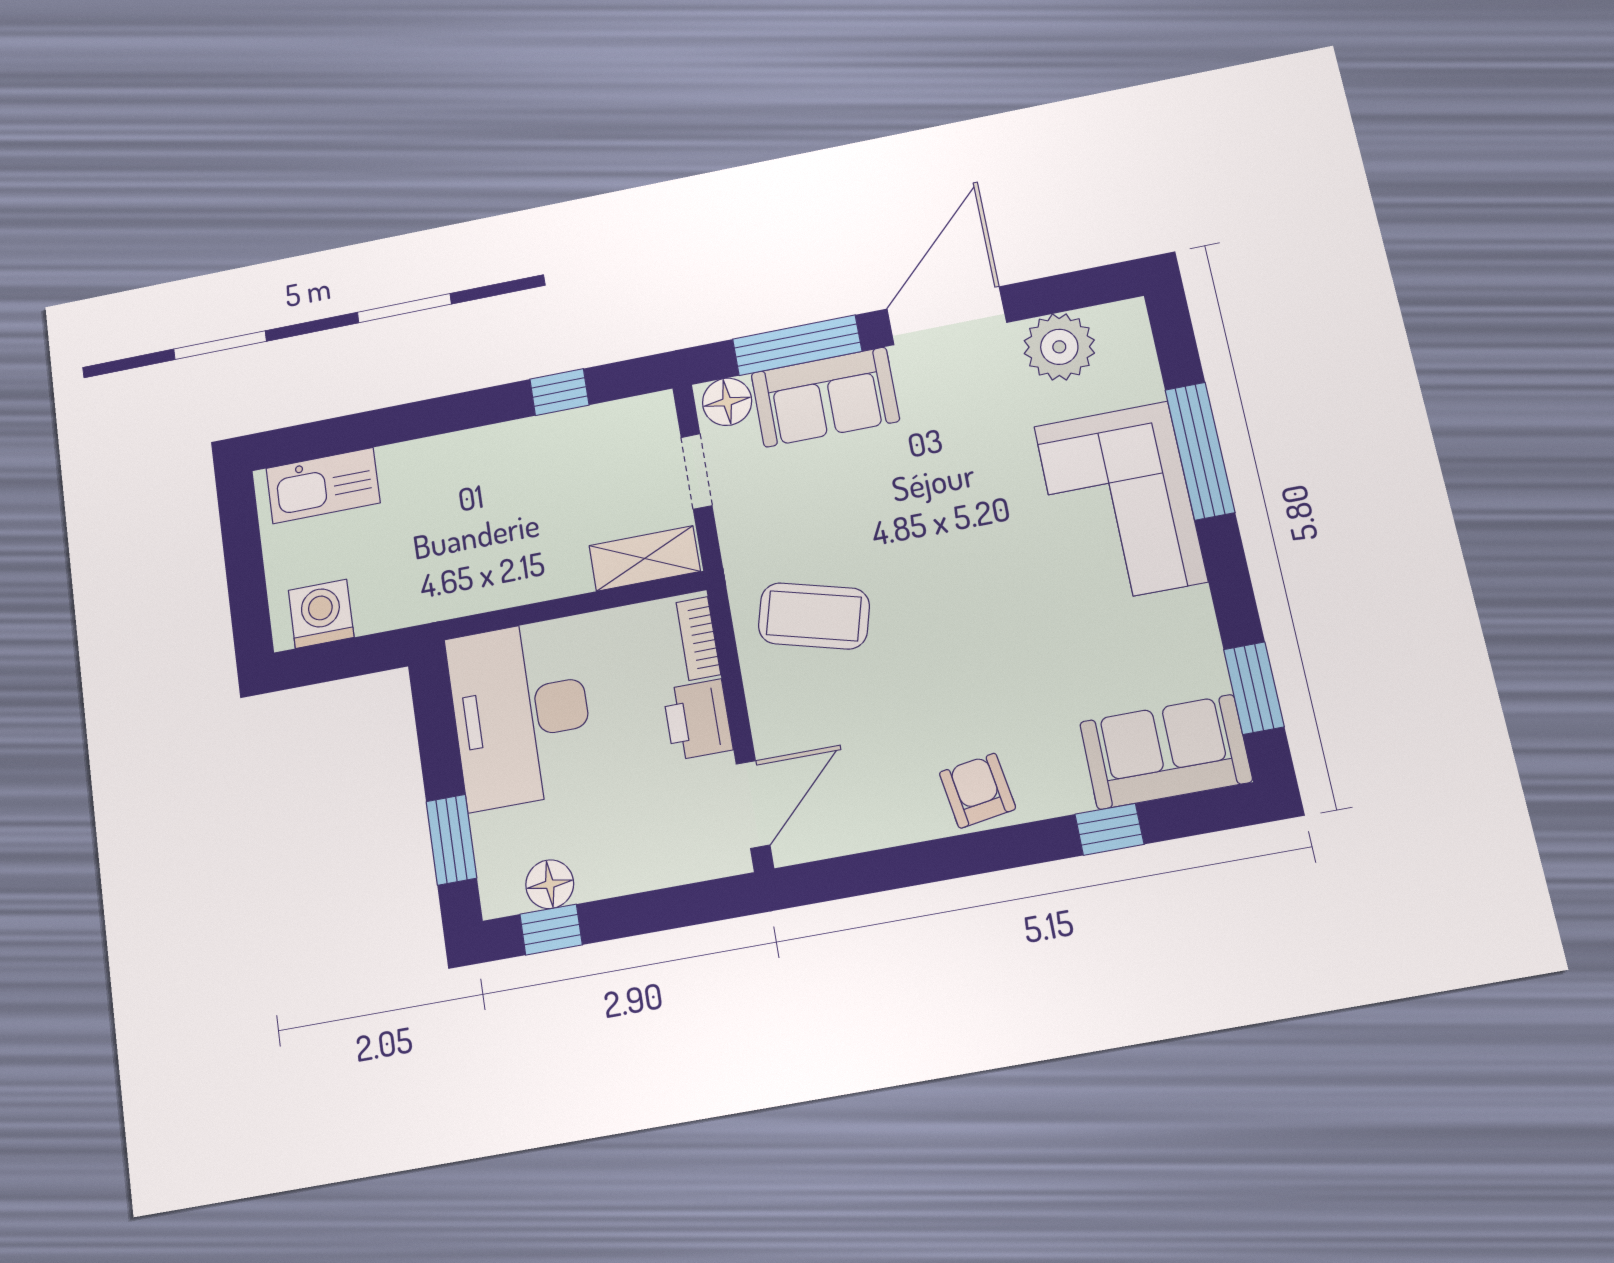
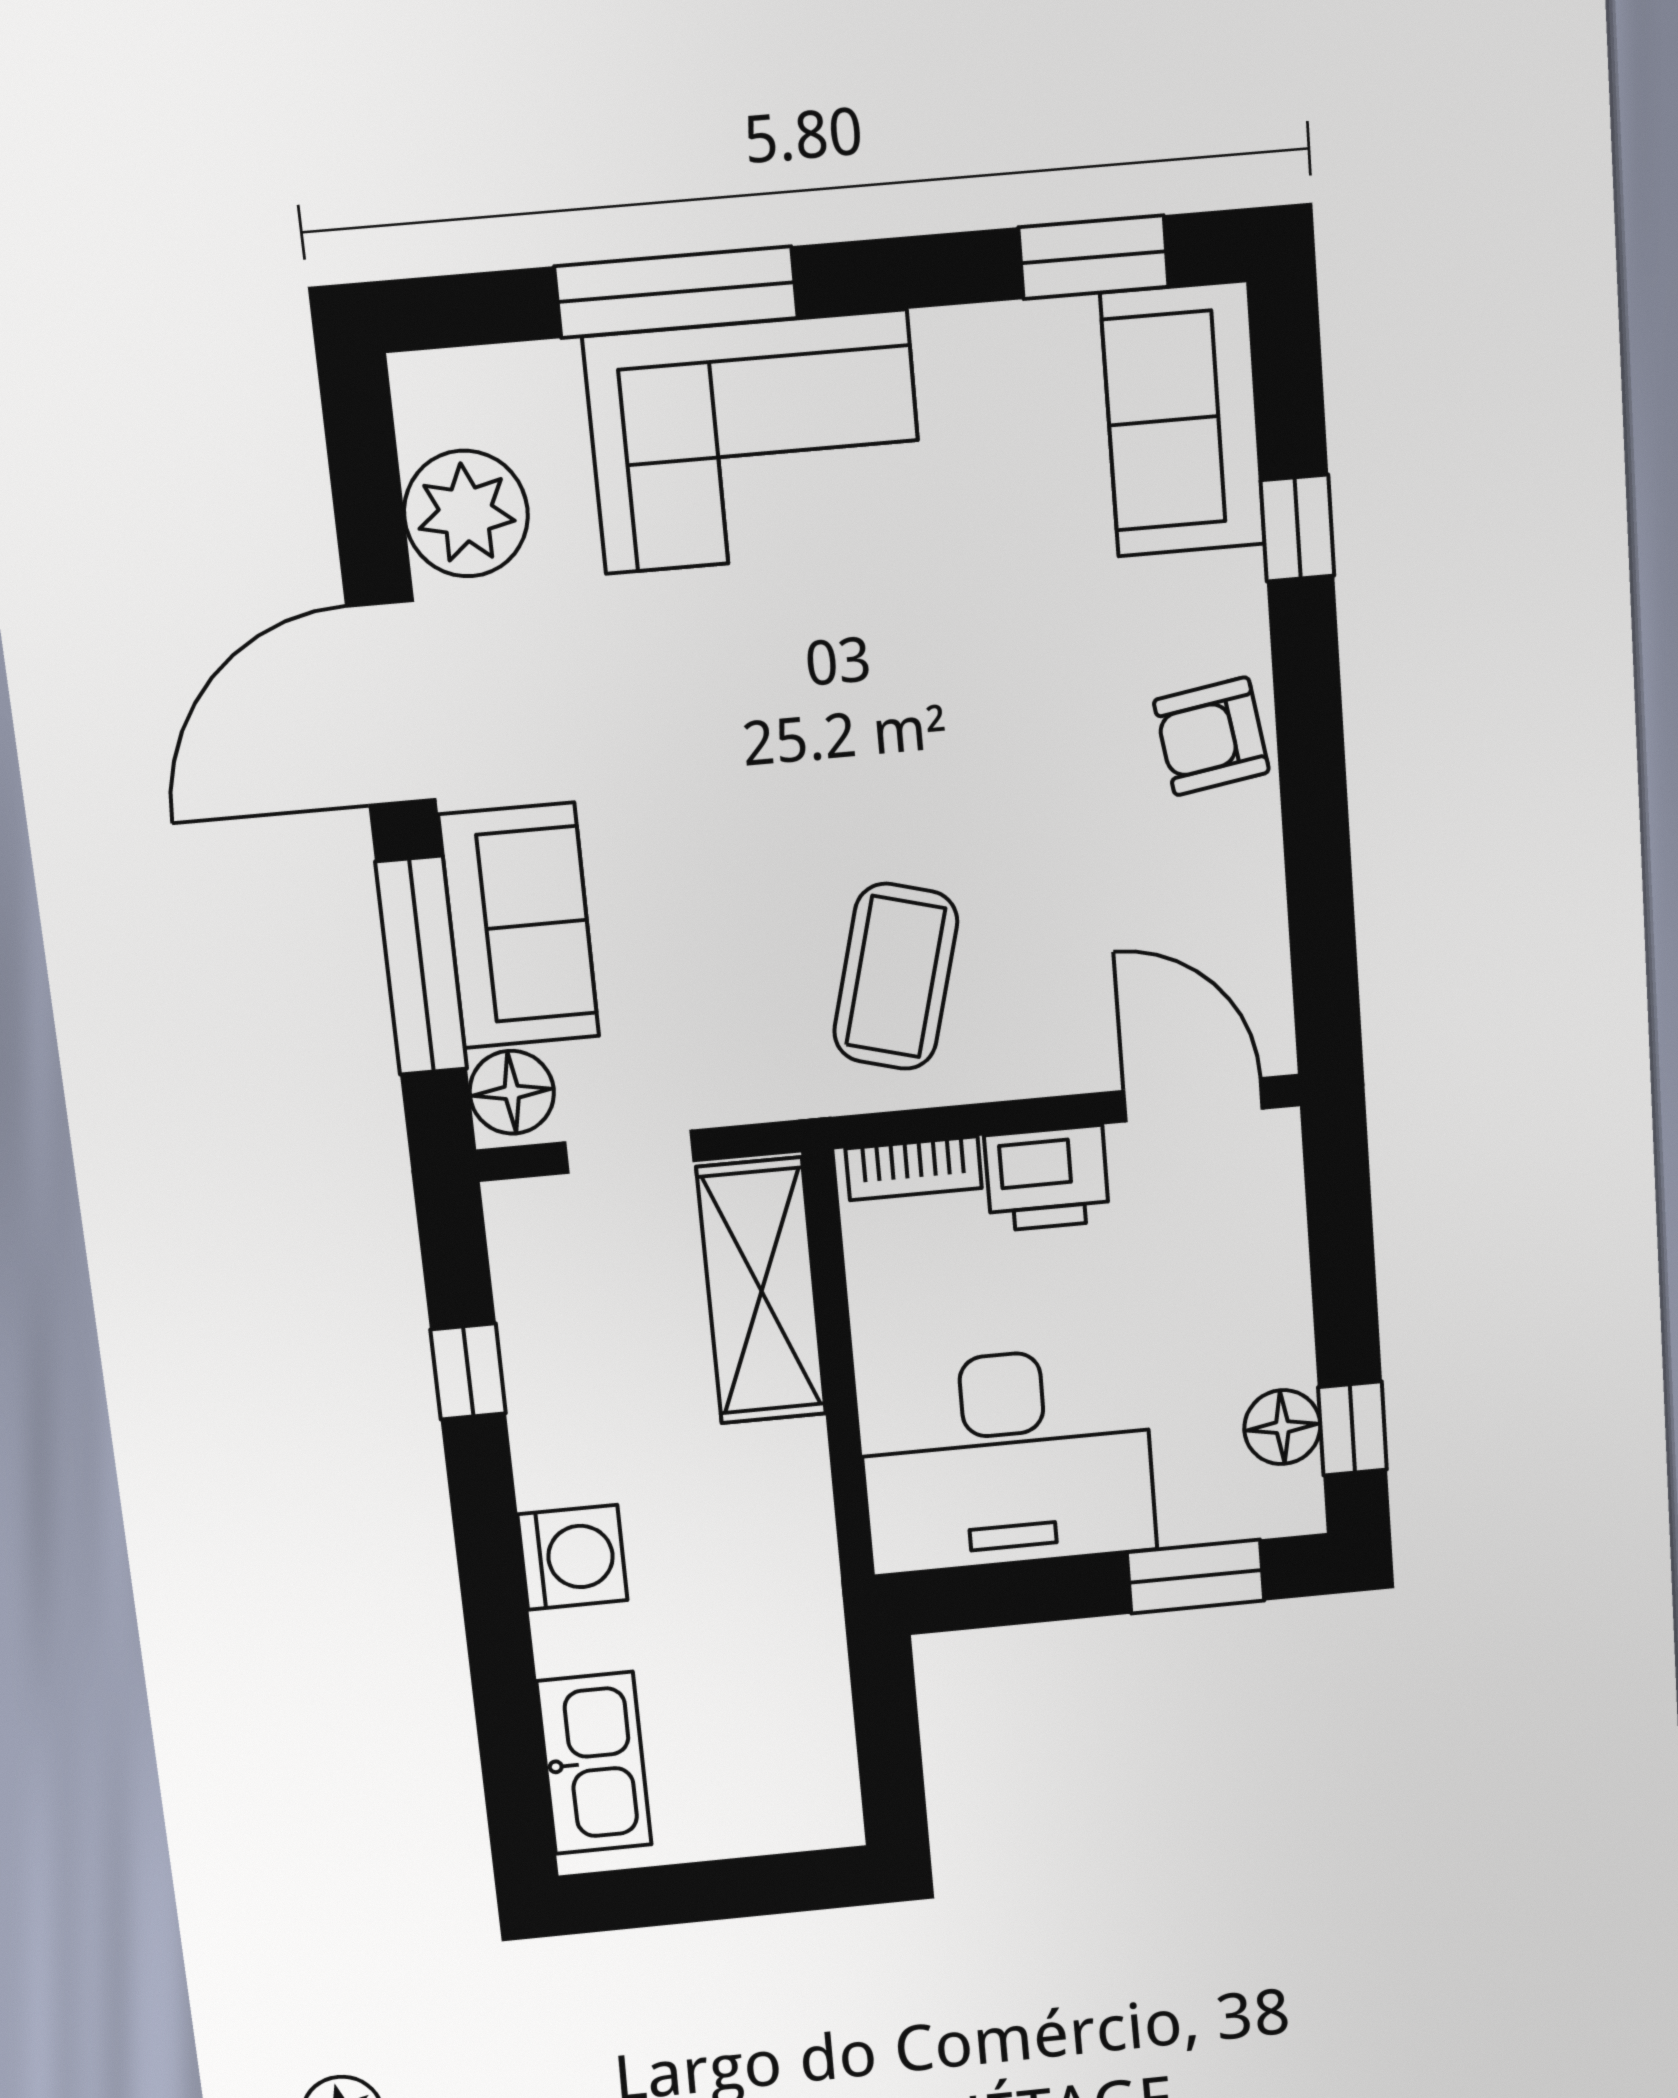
door: (947, 316) -> (391, 704), hinge flipped
shelving: (645, 558) -> (761, 1291), width x1.50, depth x1.33
washing machine: (321, 614) -> (573, 1557), moved, turned 180

